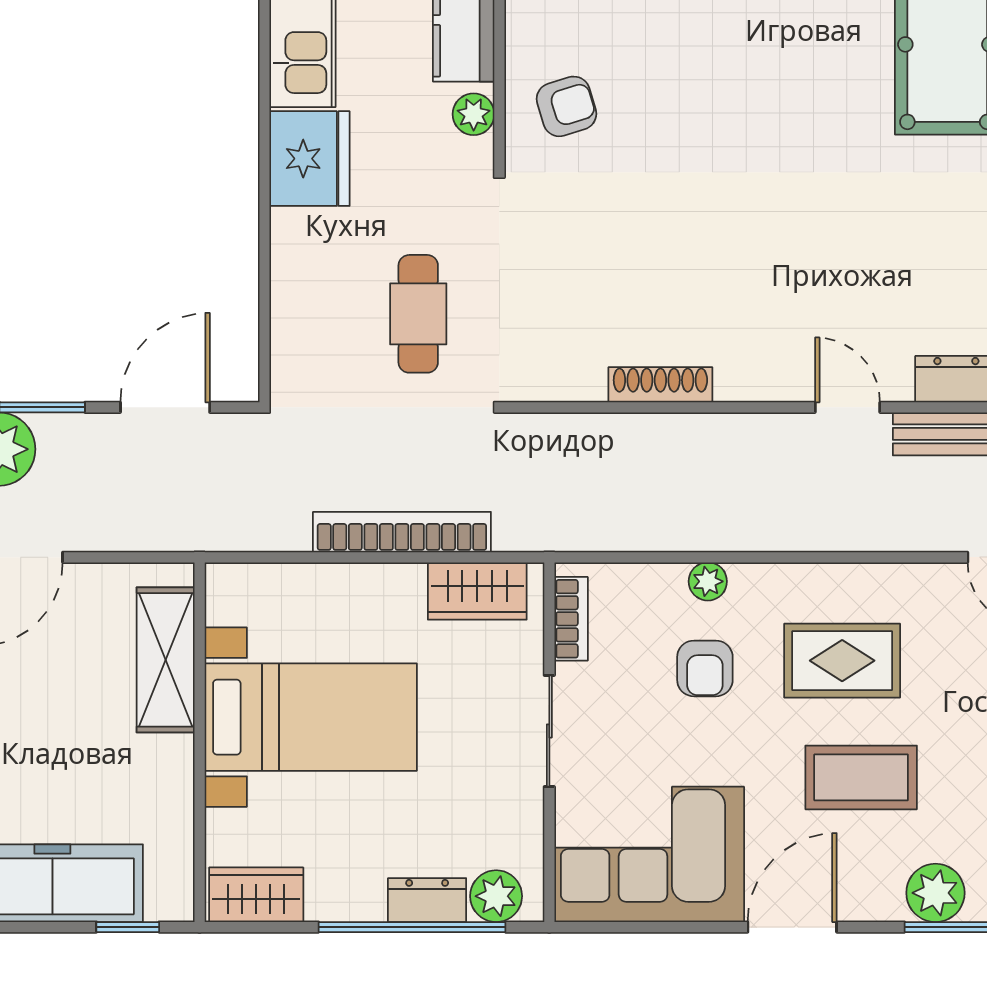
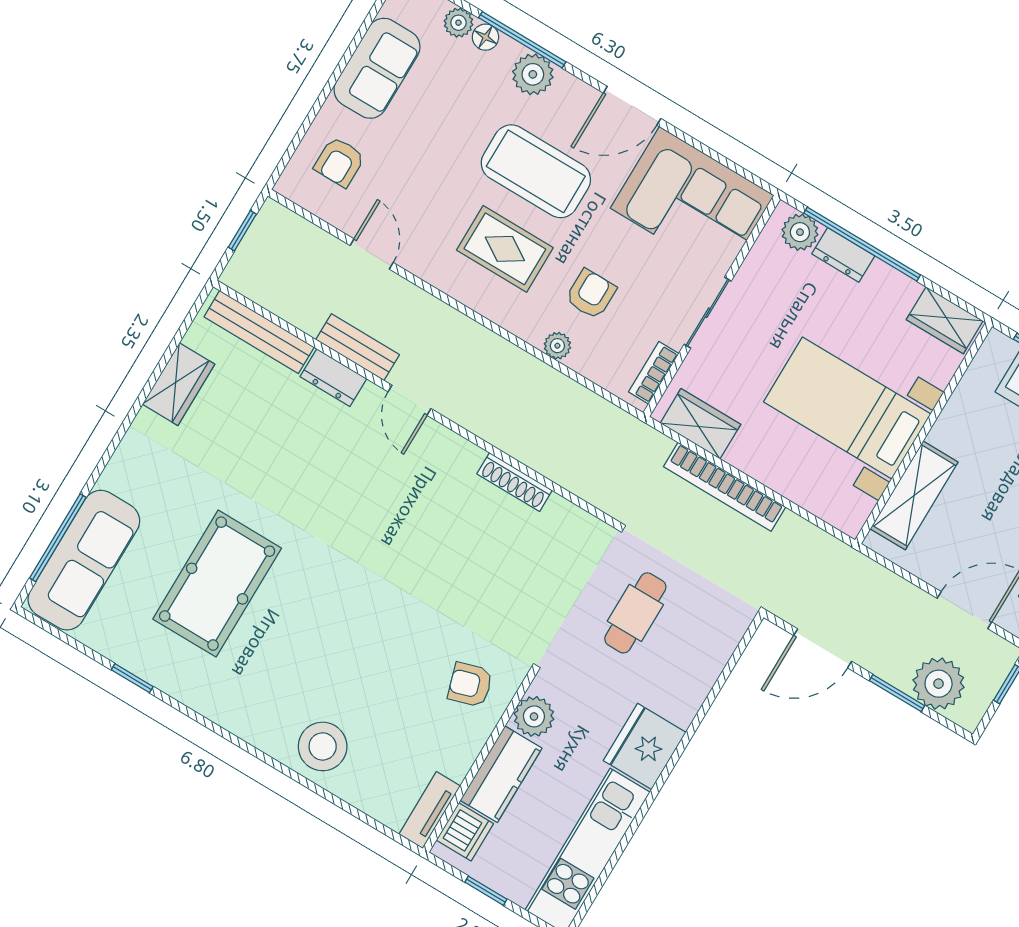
plant: (474, 114) -> (534, 716), width x1.38, depth x1.38
coffee table: (861, 777) -> (536, 171), width x1.36, depth x1.32

